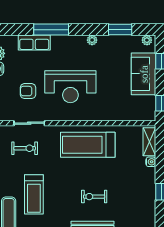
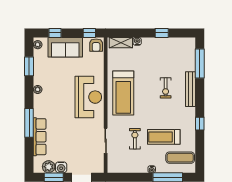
row of seats: (34, 43) -> (40, 137), width x1.48
reception desk: (70, 87) -> (88, 97), moved
armchair: (28, 91) -> (96, 45), moved
exercise bike: (25, 148) -> (135, 139), moved
treadmill: (34, 194) -> (164, 137), turned 180

